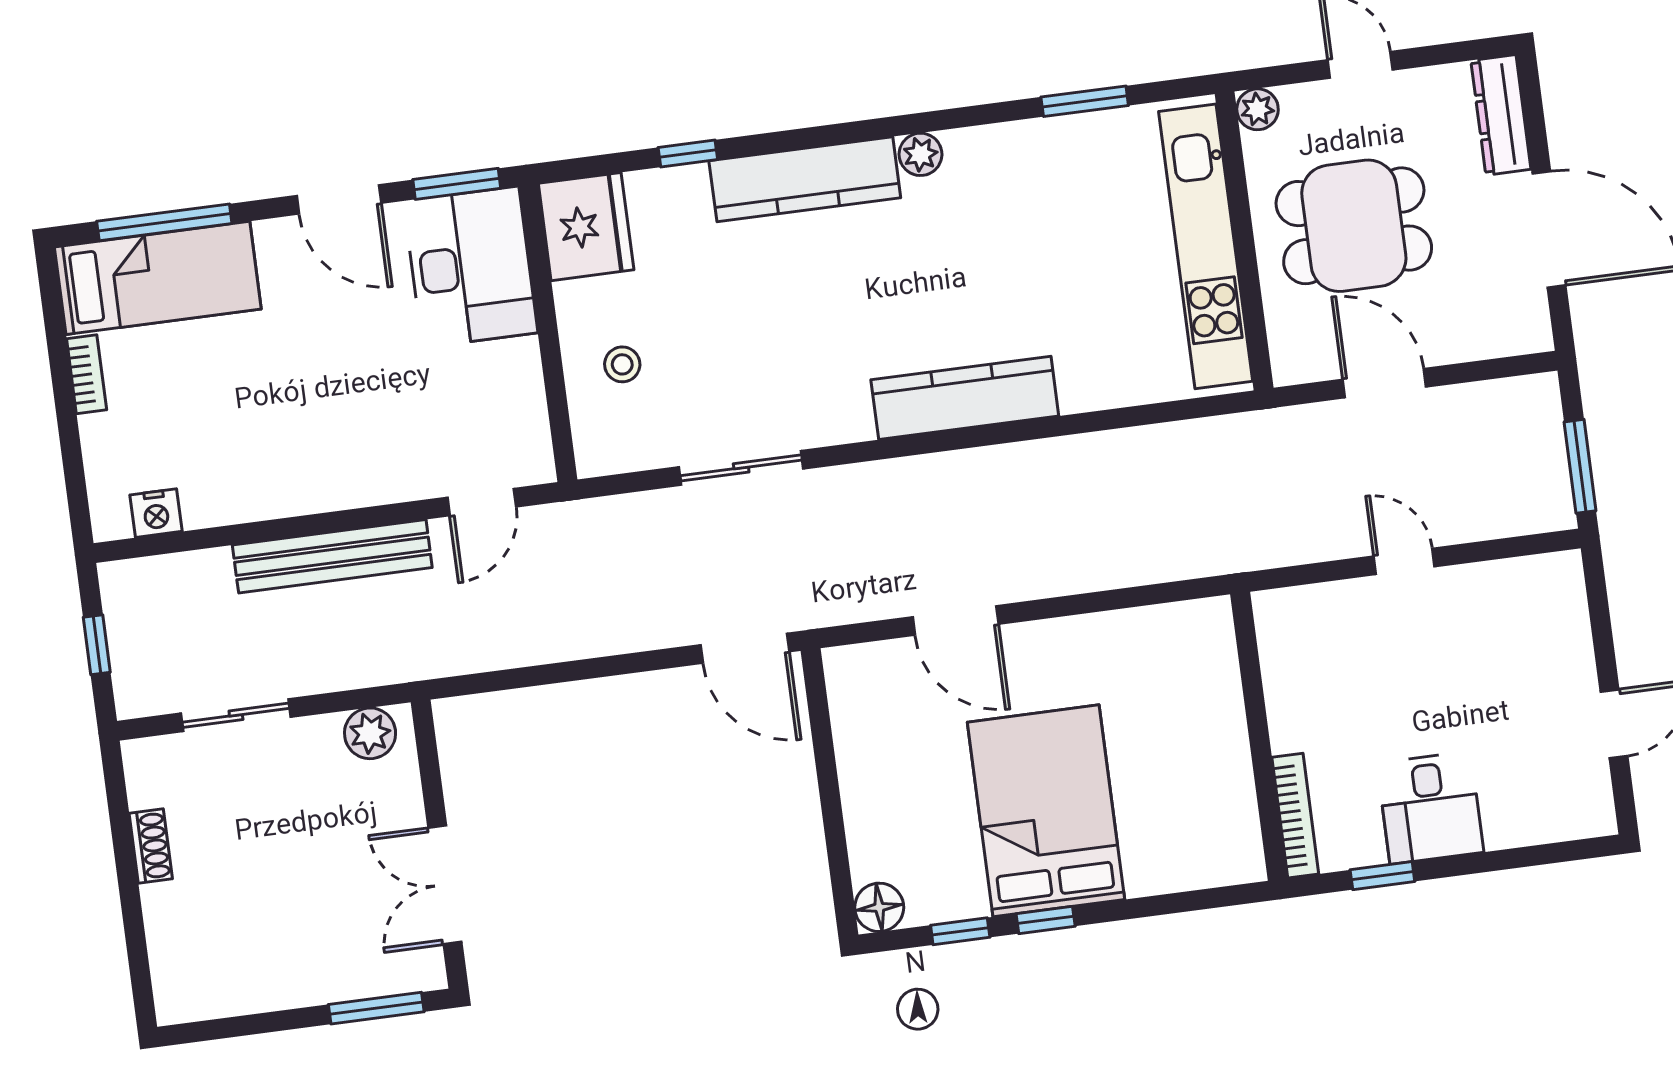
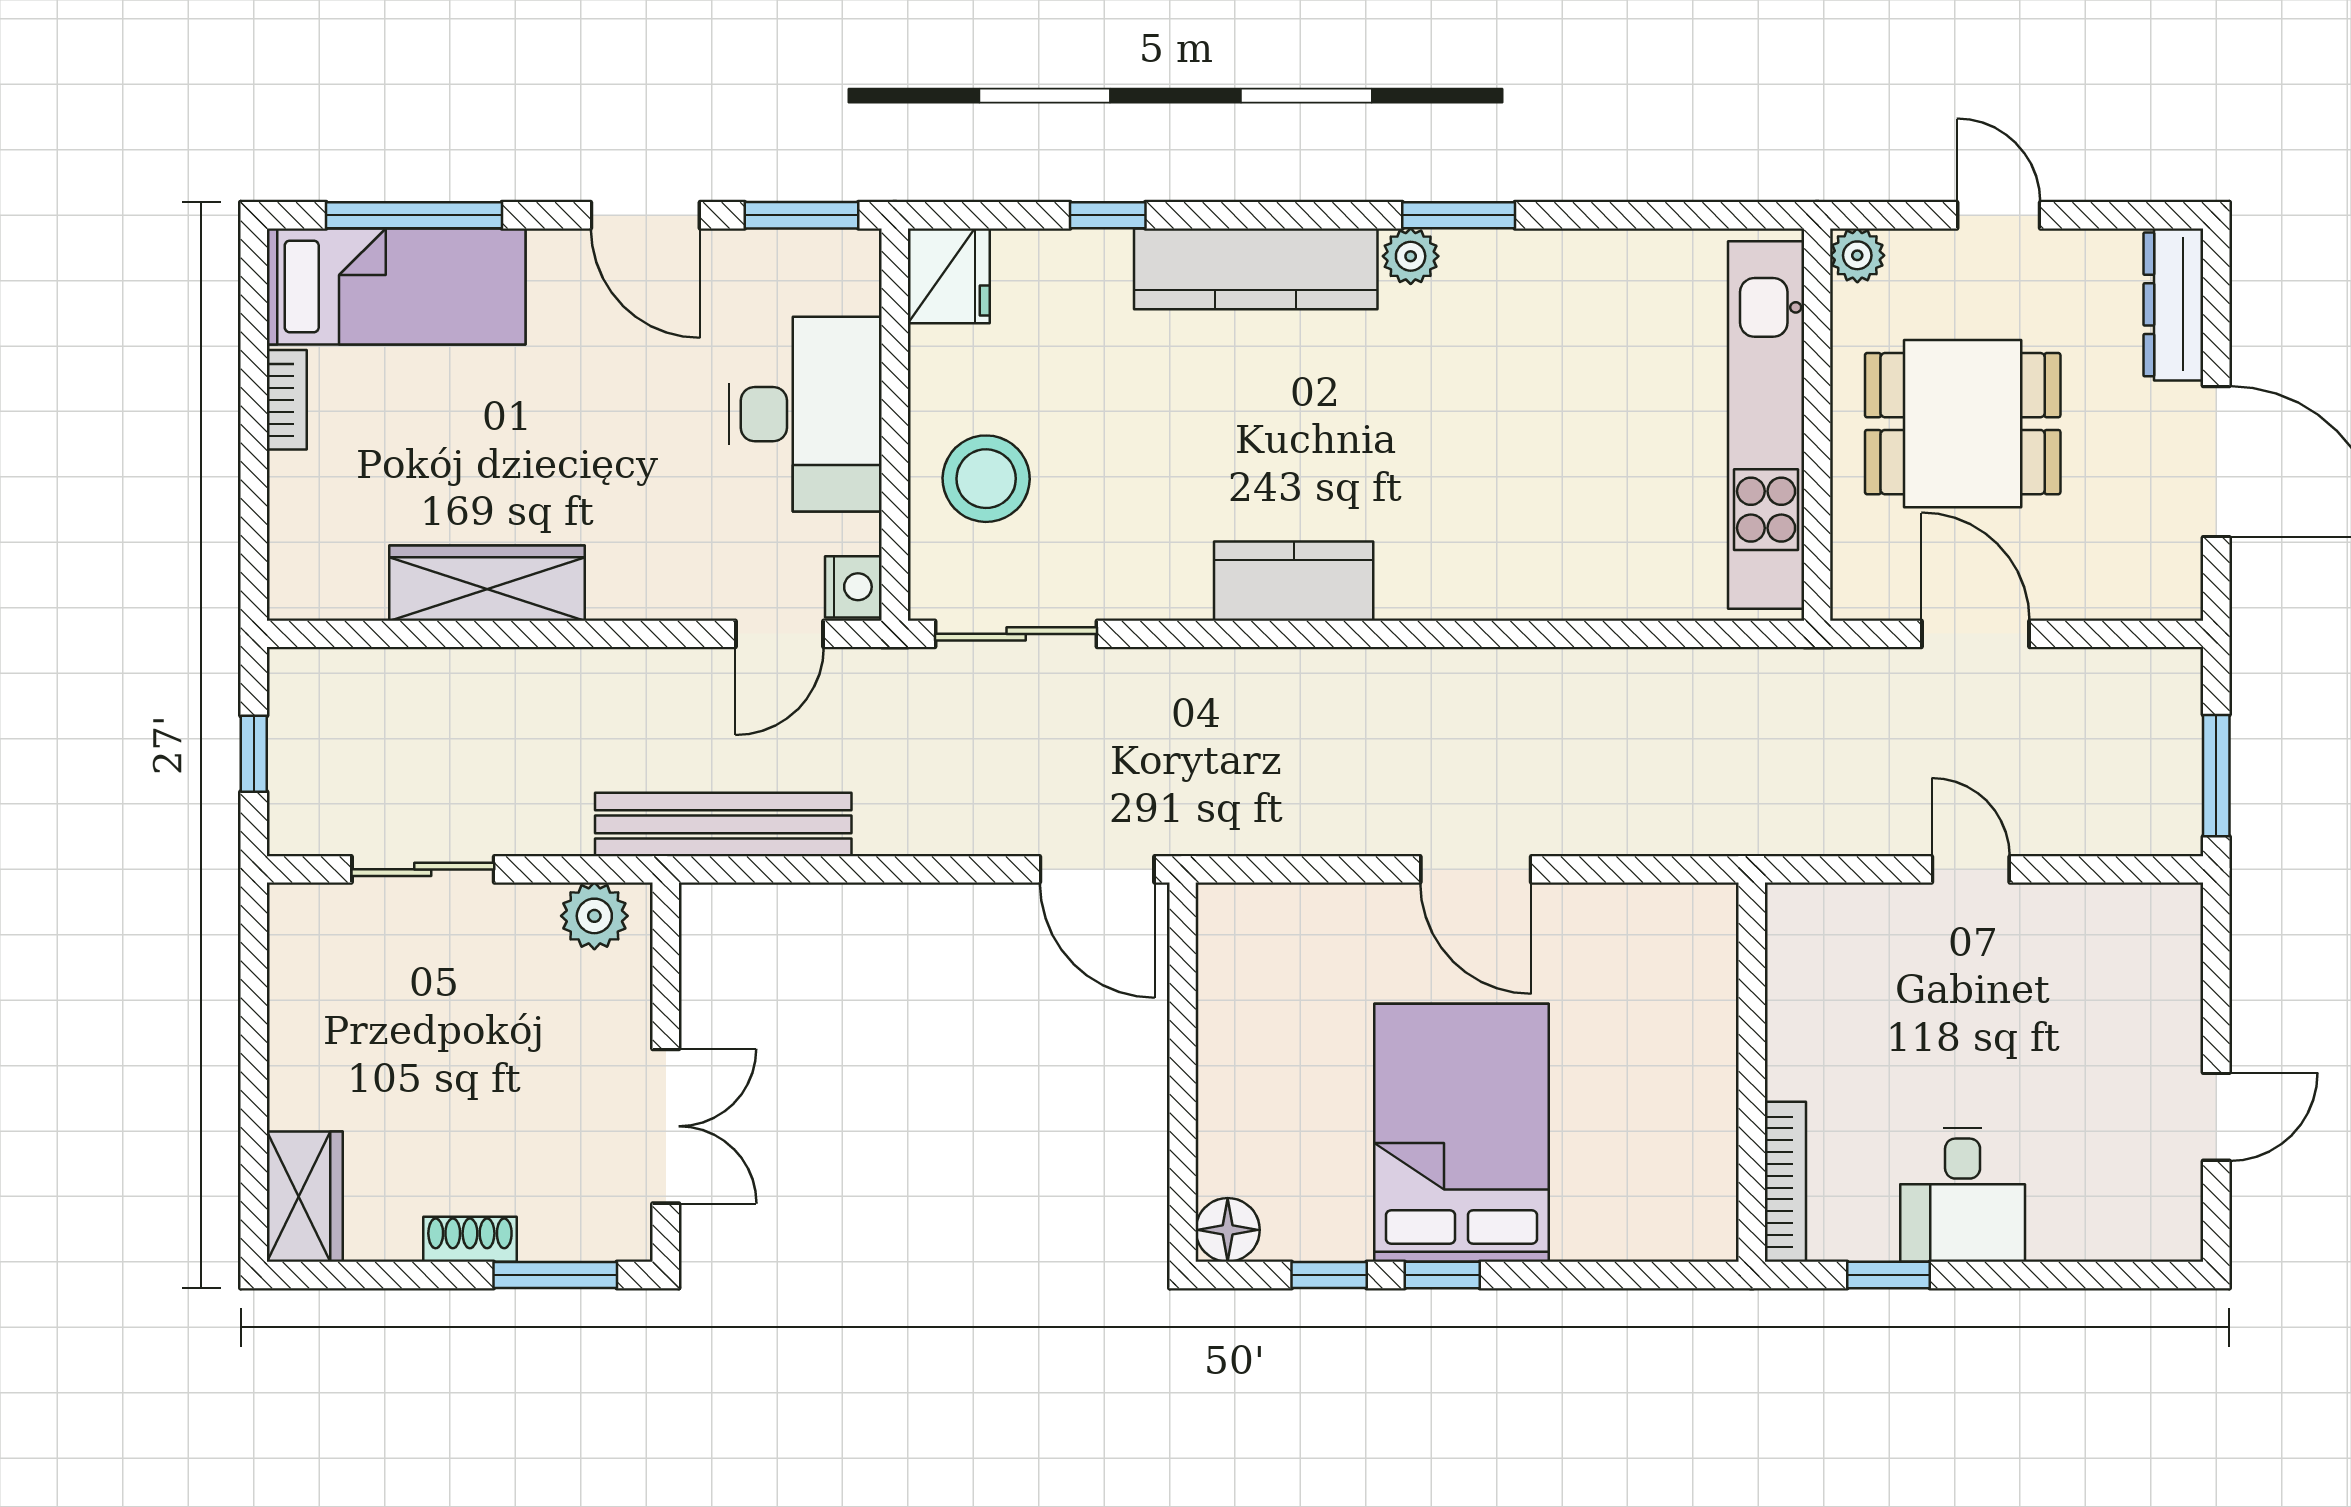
window: (1085, 101) -> (1459, 215), moved
fridge: (586, 227) -> (949, 276), width x0.73, depth x0.75
desk: (471, 267) -> (805, 414), moved
stool: (622, 364) -> (986, 479), width x1.89, depth x1.89
kitchen counter: (965, 398) -> (1294, 581), moved, width x0.67
sliding door: (741, 468) -> (1016, 634), moved
wardrobe: (256, 493) -> (487, 583), added
nightstand: (156, 513) -> (853, 587), moved, turned -90
bench: (332, 556) -> (723, 824), moved
door: (956, 620) -> (1476, 869), moved
shoe rack: (151, 846) -> (470, 1239), moved, turned -90
double door: (445, 885) -> (666, 1126), swing flipped
wardrobe: (179, 974) -> (305, 1197), added

